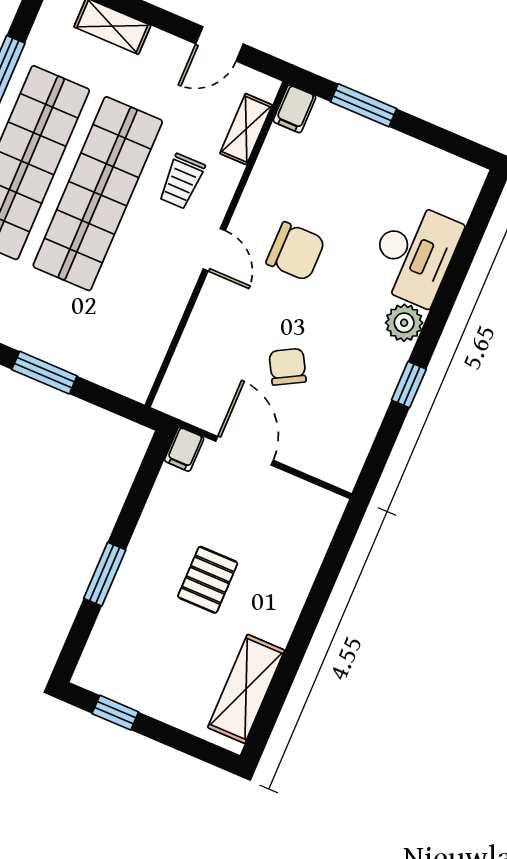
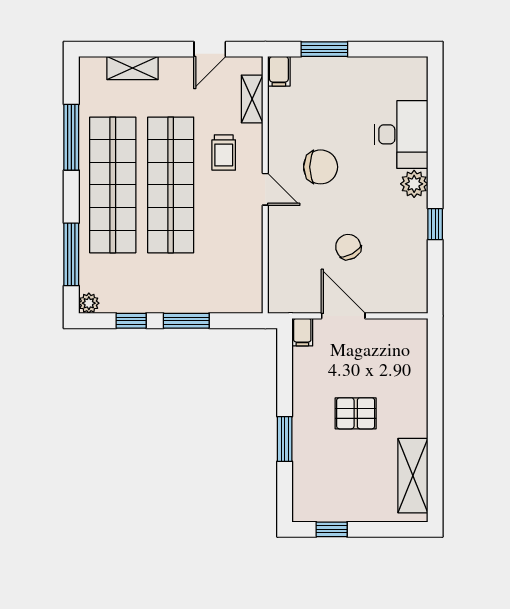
pallet: (208, 580) -> (356, 413), turned 90

